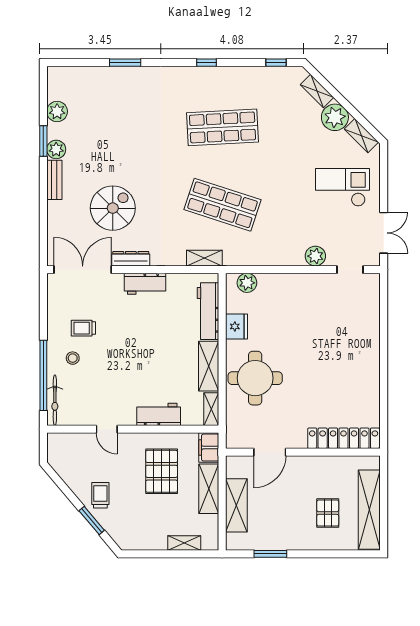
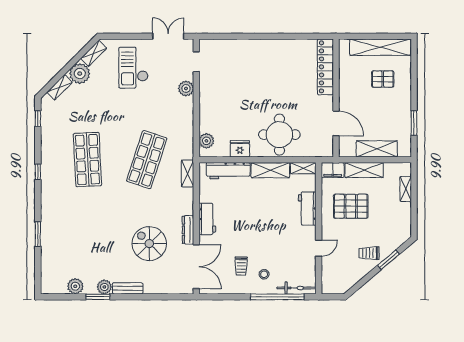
double door: (83, 270) -> (196, 267), swing flipped

